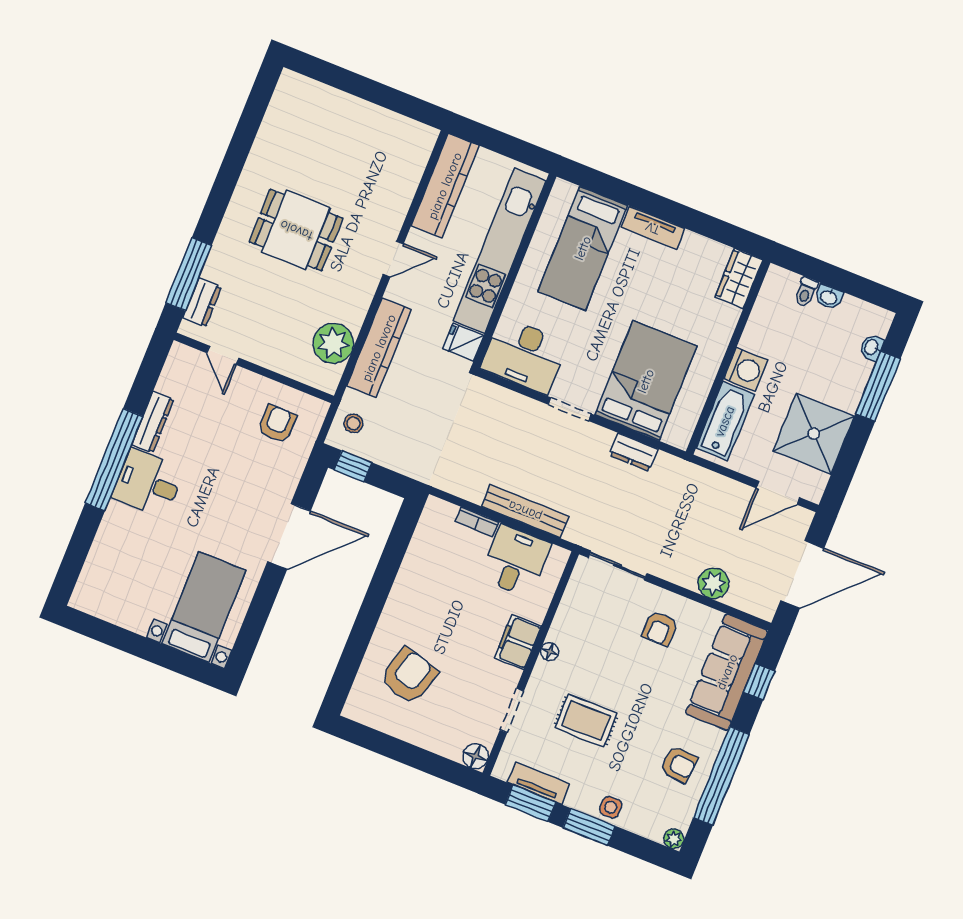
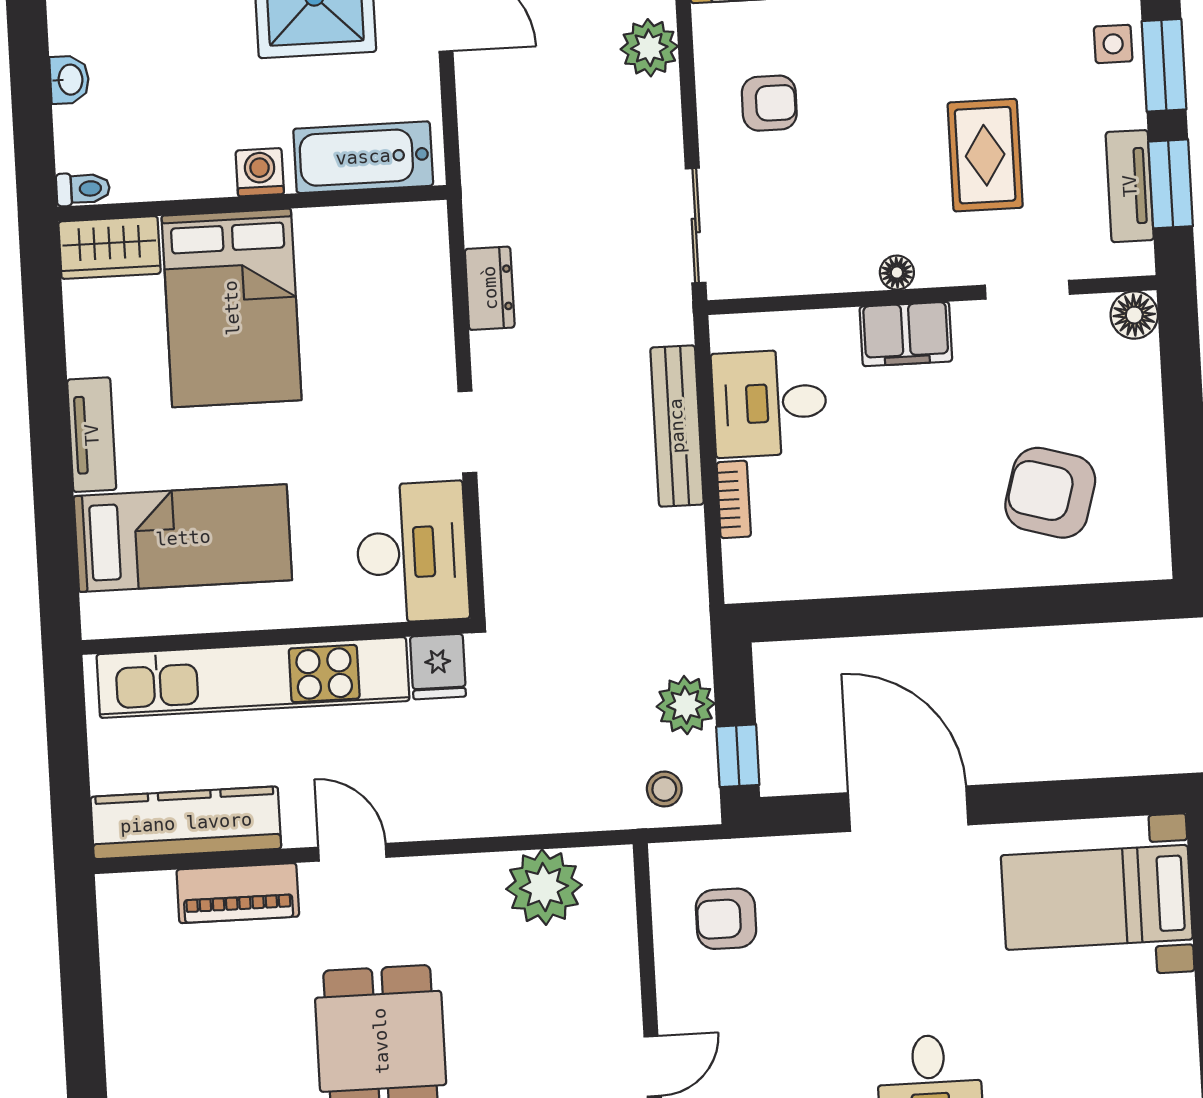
piano: (400, 195) -> (238, 893), added
toilet: (806, 292) -> (83, 189), moved
kitchen counter: (379, 348) -> (515, 806), removed
washing machine: (746, 369) -> (260, 172), width x0.73, depth x0.73
bed: (646, 381) -> (232, 308), moved, turned -90
plant: (389, 453) -> (686, 705), added

